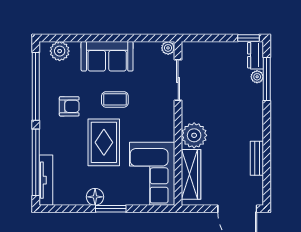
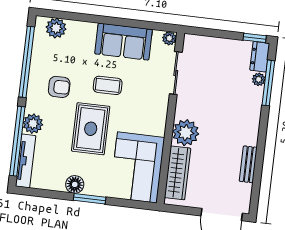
sofa: (107, 56) -> (124, 42), moved
plant: (49, 144) -> (33, 124), added

